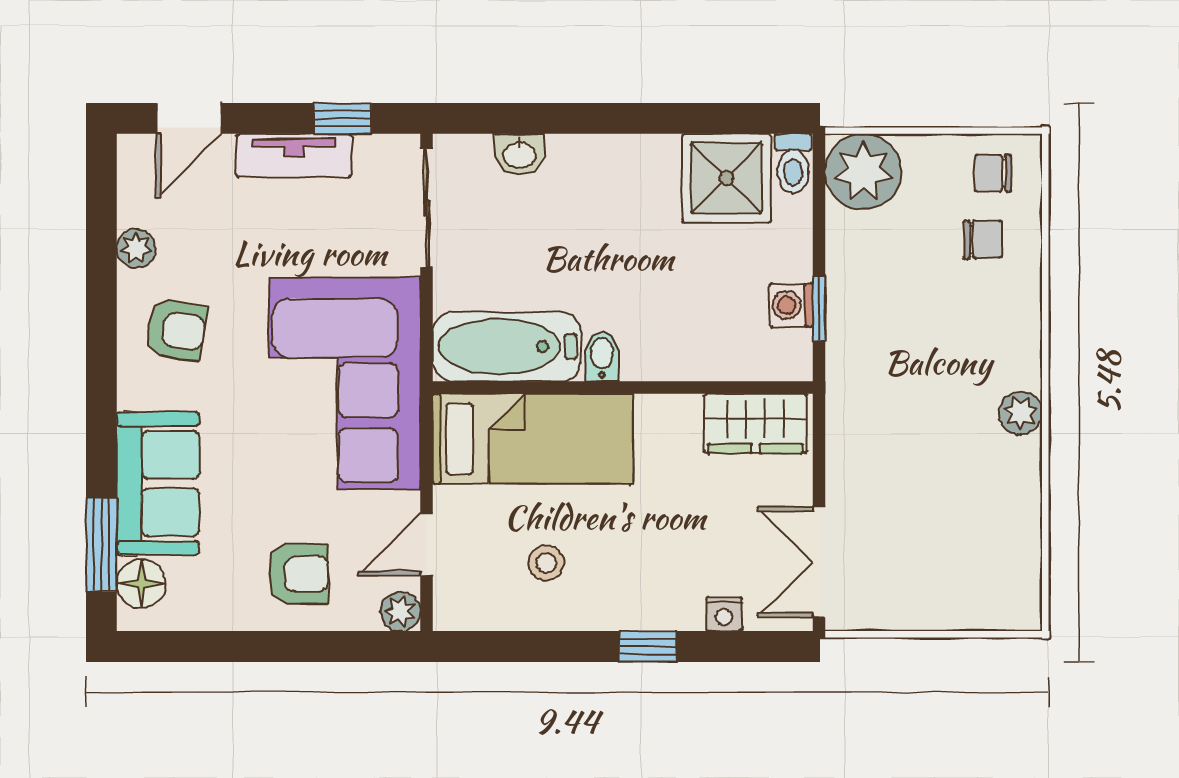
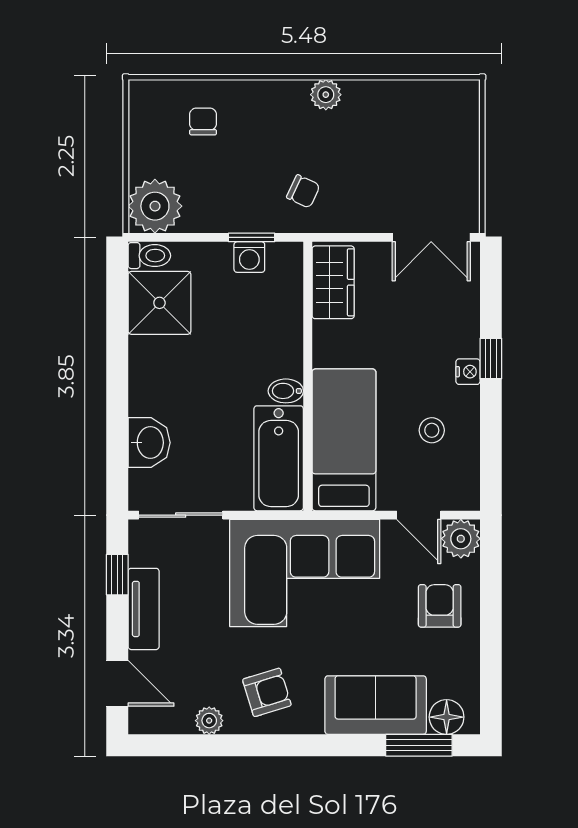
washbasin: (519, 154) -> (149, 443), width x1.38, depth x1.45
chair: (993, 173) -> (303, 191), moved, turned -65
armchair: (176, 330) -> (267, 692), turned 64
plant: (401, 611) -> (461, 539), width x1.38, depth x1.38
nightstand: (724, 614) -> (468, 372), moved

